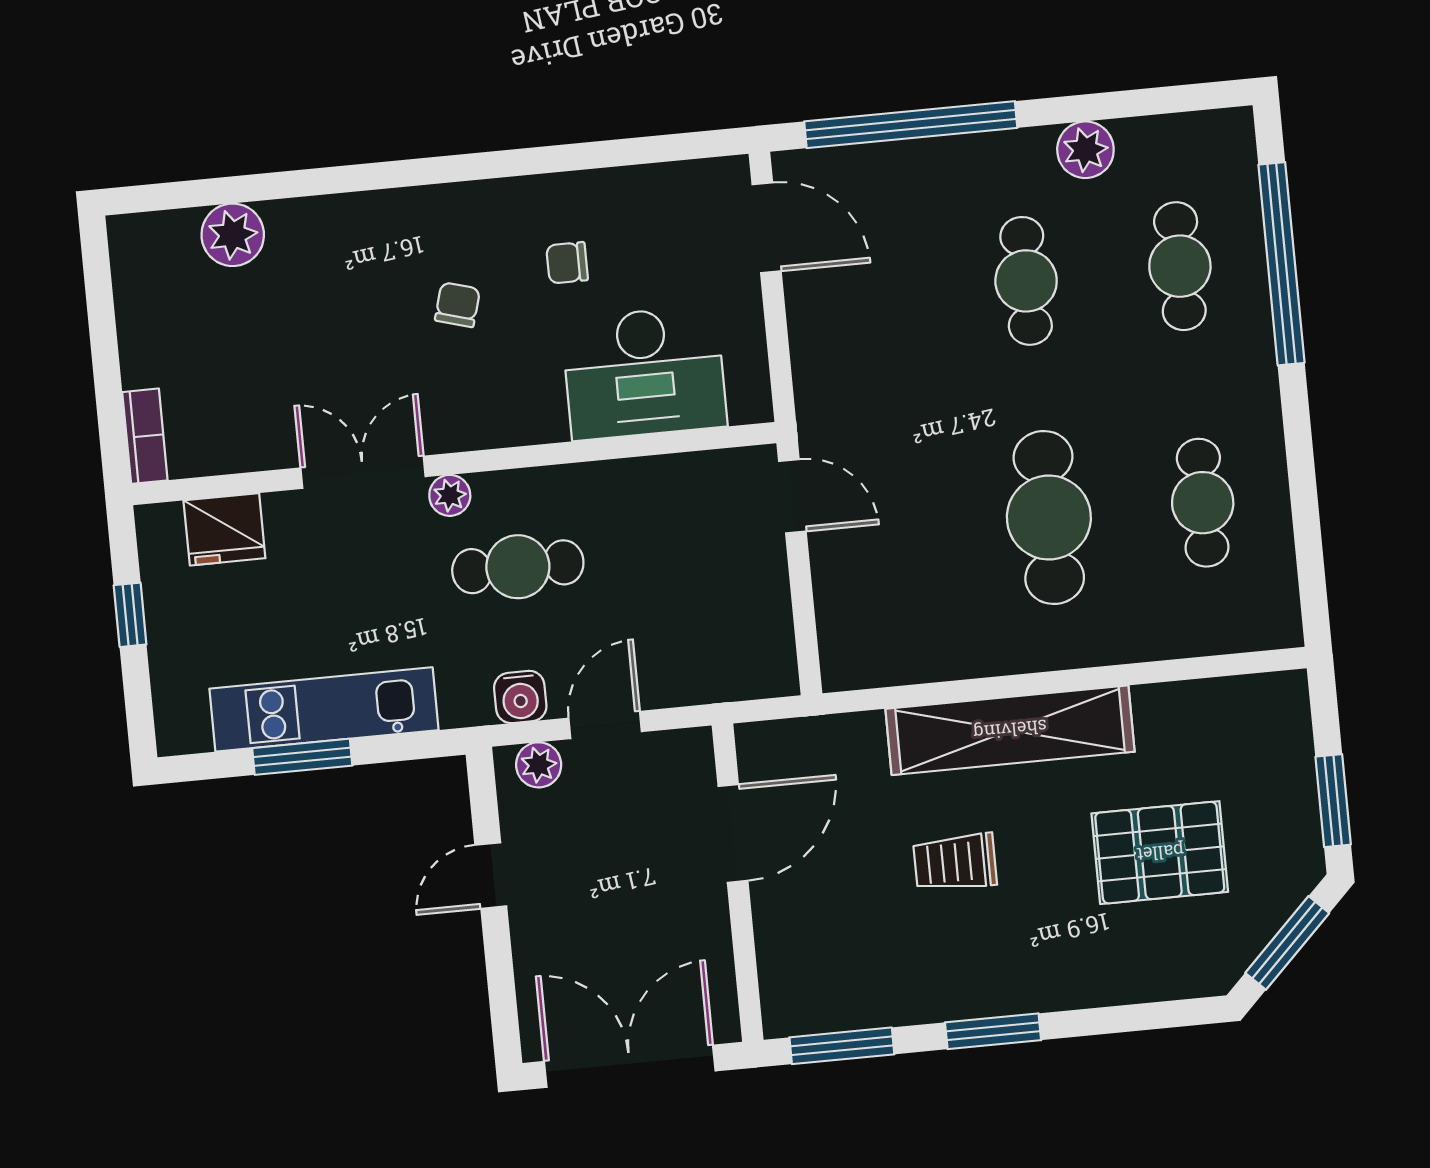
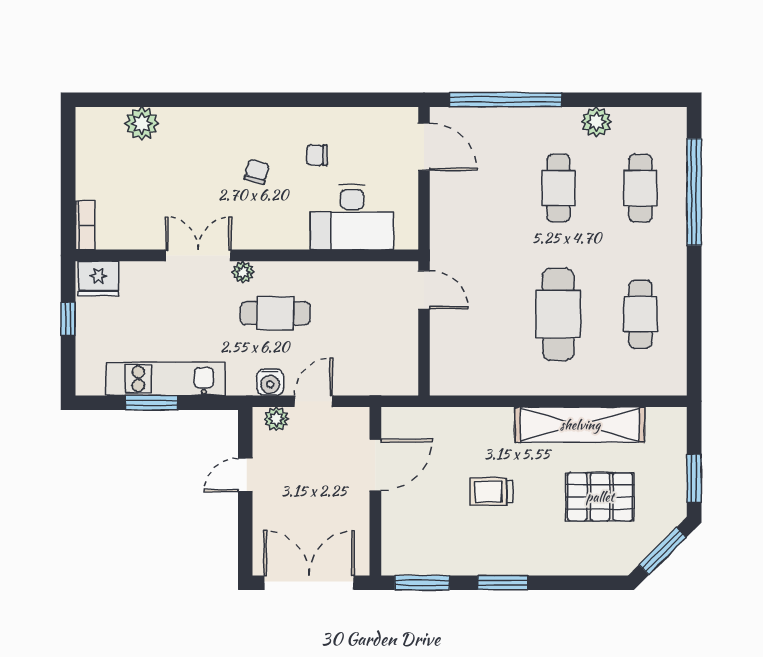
fridge: (224, 529) -> (98, 279), moved
shelving: (1010, 730) -> (580, 425), moved

